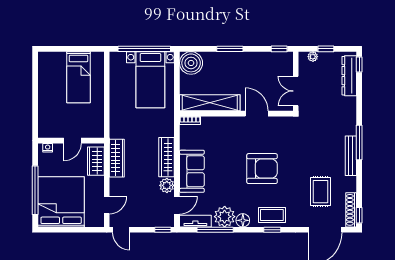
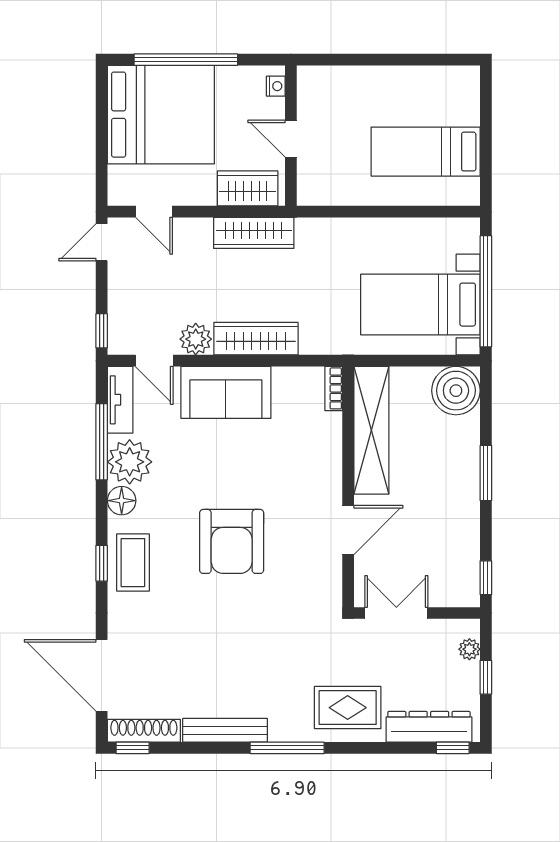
bench: (351, 156) -> (225, 730), moved
rug: (320, 192) -> (348, 708), moved

